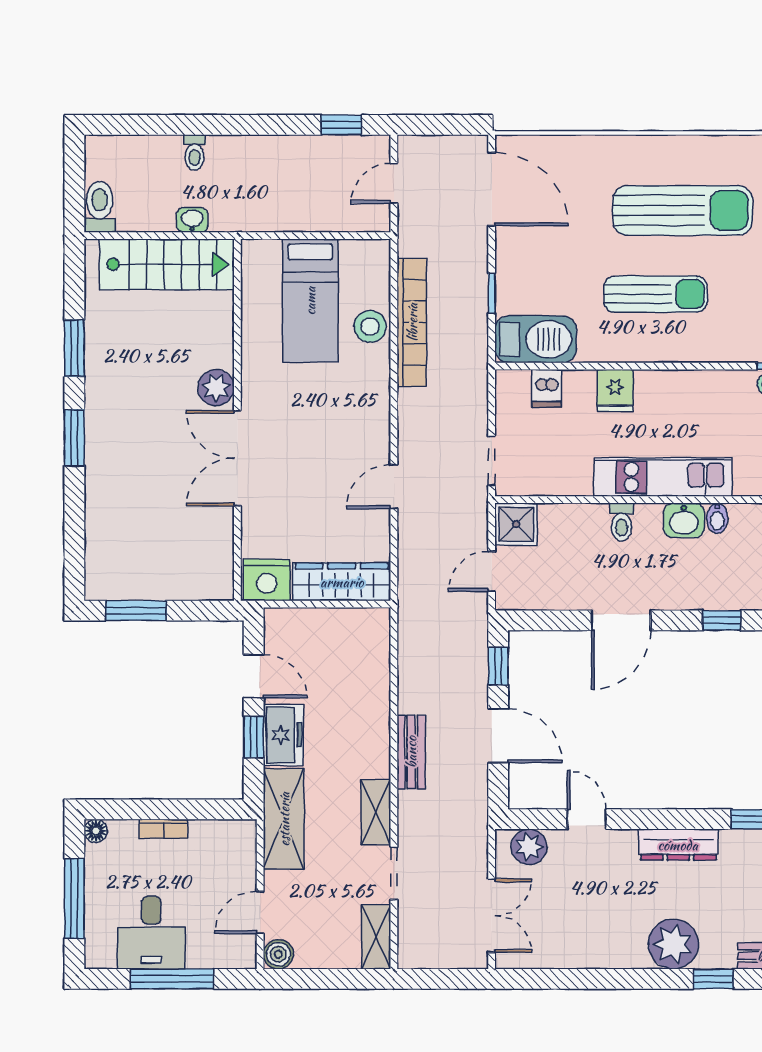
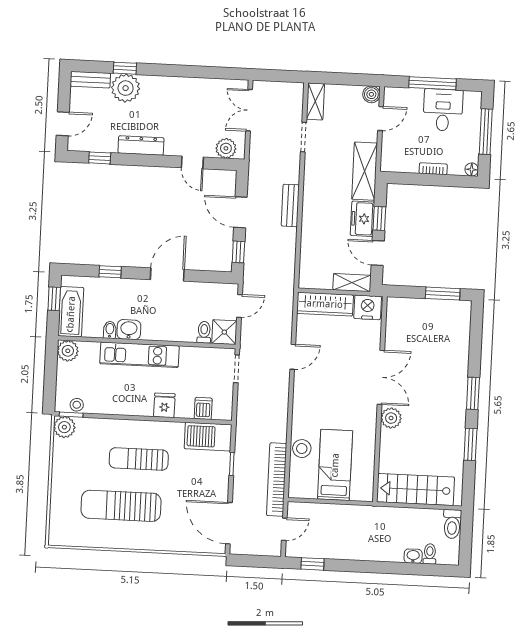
toilet: (195, 152) -> (430, 554), moved
washbasin: (192, 220) -> (413, 556), moved, turned 180
bookcase: (412, 322) -> (277, 480), moved
toilet: (622, 522) -> (204, 332), moved
shelving: (376, 812) -> (352, 283), moved, turned 90
plant: (673, 944) -> (126, 88), moved

